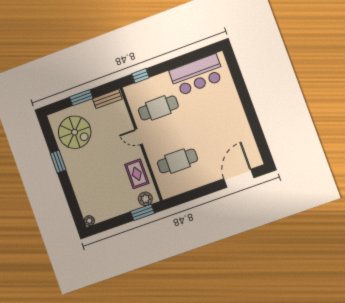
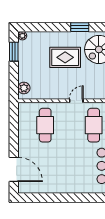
rug: (137, 174) -> (65, 57), moved, width x1.36, depth x1.43
window: (142, 212) -> (14, 52), moved

